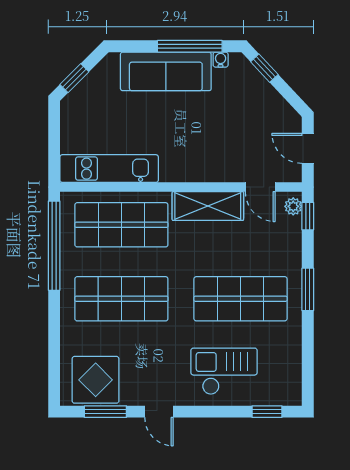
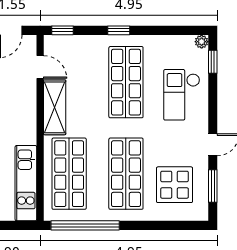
door: (260, 187) -> (40, 67), hinge flipped
plant: (293, 206) -> (202, 42), moved
window: (308, 289) -> (119, 30), width x0.67
display table: (96, 380) -> (175, 185), moved

